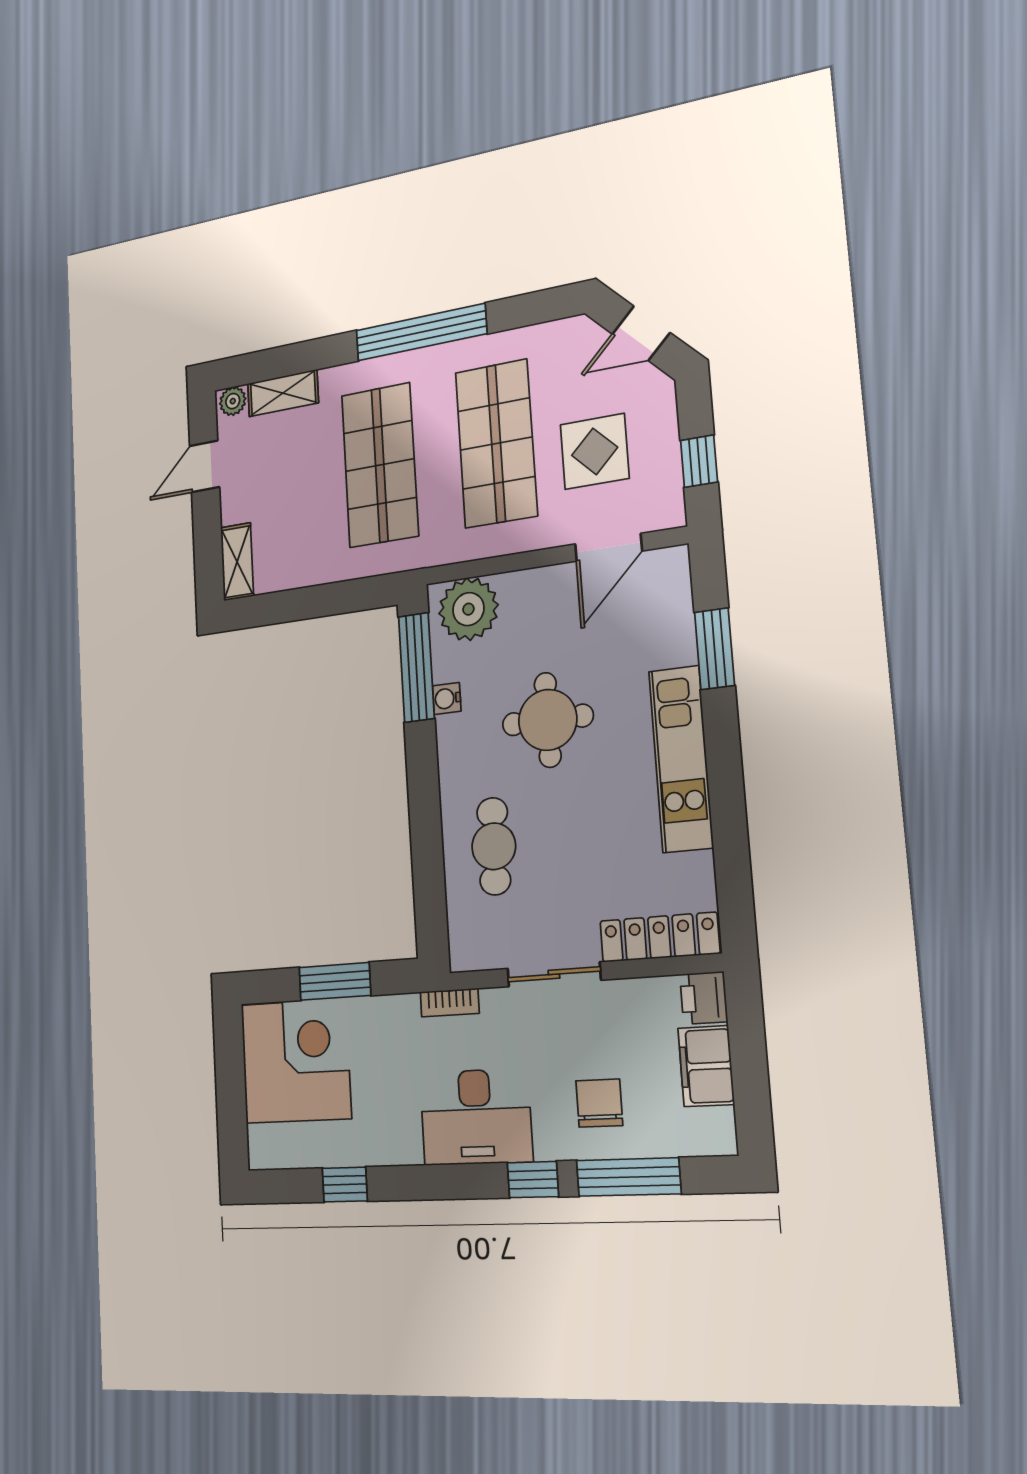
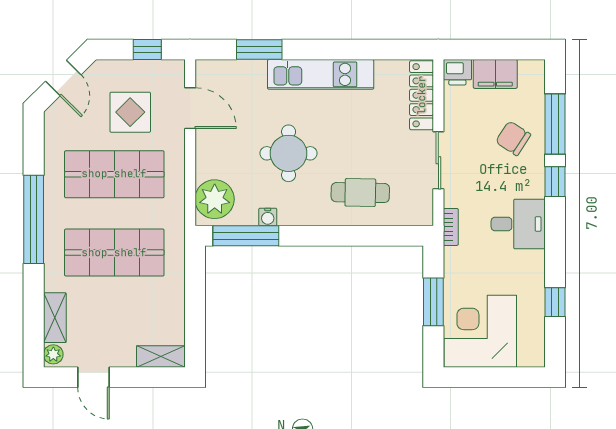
chair: (599, 1103) -> (513, 138), turned 33
desk: (476, 1117) -> (518, 224), width x0.73

